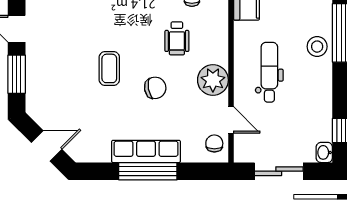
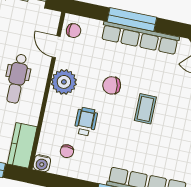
chair: (214, 143) -> (74, 31), turned -90
row of seats: (146, 151) -> (140, 38), width x1.36

